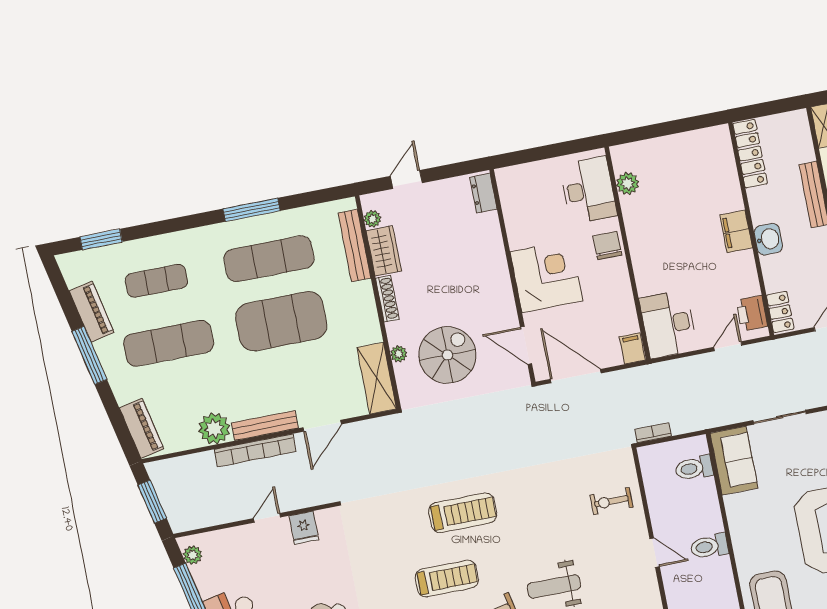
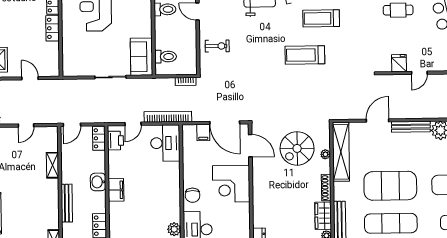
filing cabinet: (632, 348) -> (203, 133), moved
shelving: (377, 378) -> (341, 152), width x1.47
bookcase: (255, 450) -> (168, 117), moved

